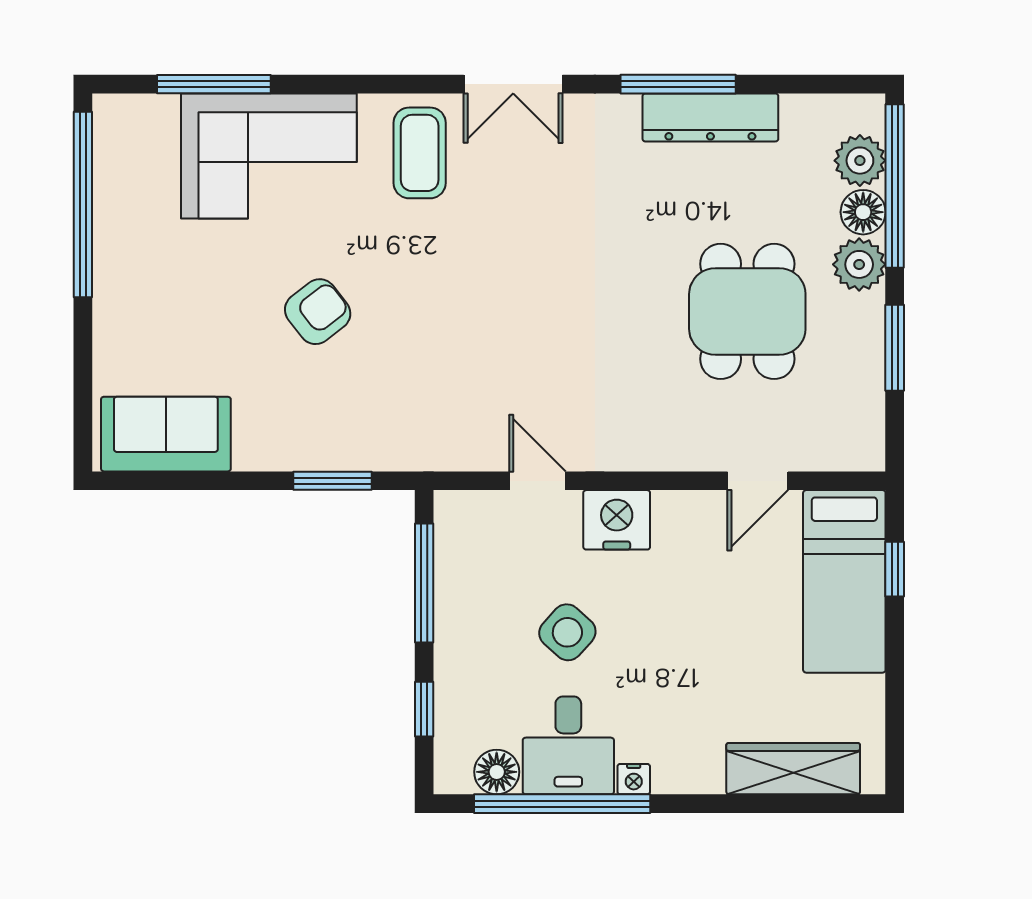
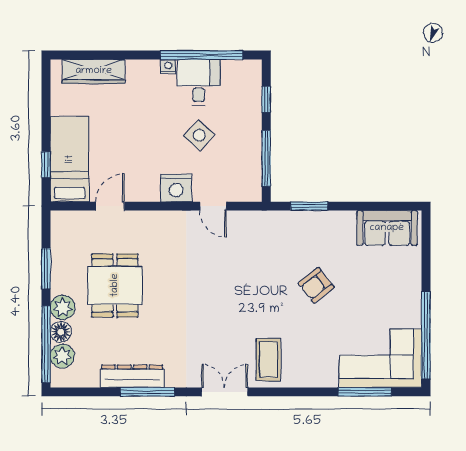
corner sofa: (269, 156) -> (381, 358), moved
floor lamp: (497, 772) -> (232, 70), removed

